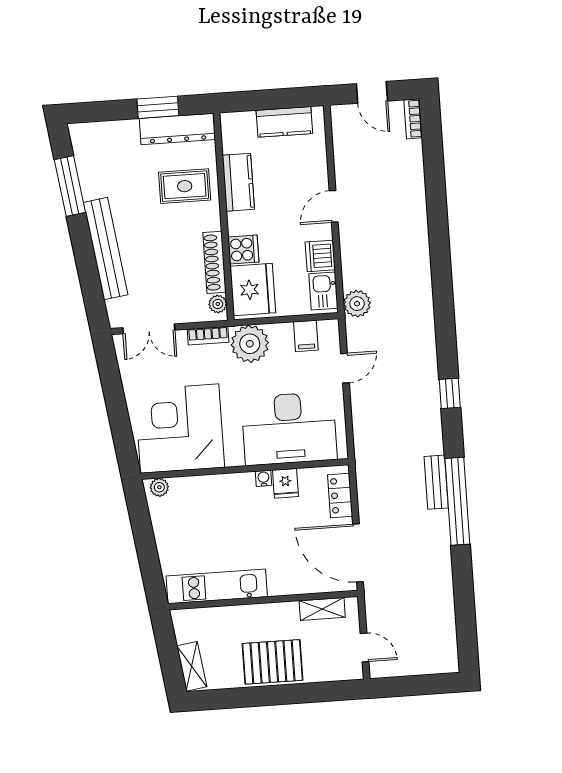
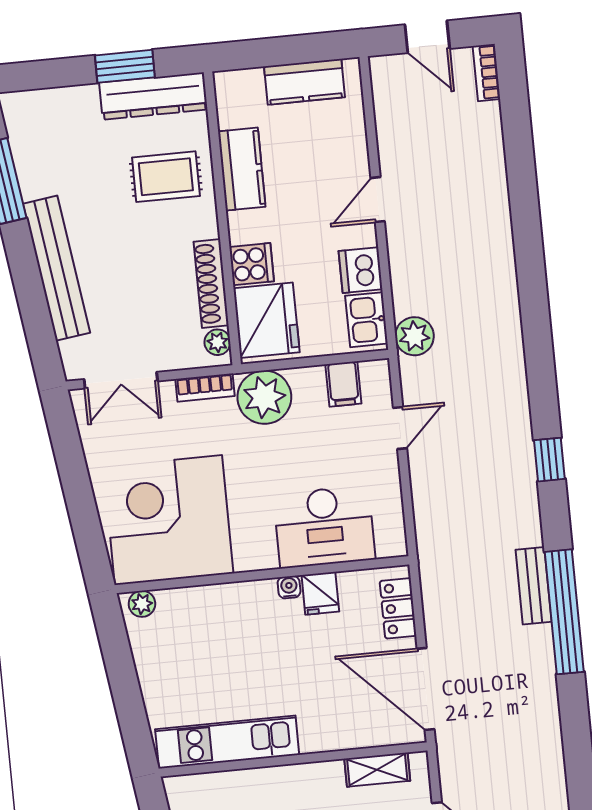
desk: (289, 429) -> (324, 527), width x0.73, depth x0.77

